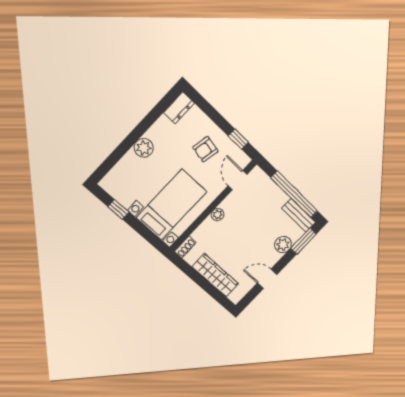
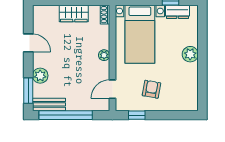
dresser: (179, 108) -> (178, 12), moved, turned -90
door: (237, 180) -> (112, 89), swing flipped
wardrobe: (215, 275) -> (74, 13), width x0.67
door: (267, 279) -> (28, 43), hinge flipped

